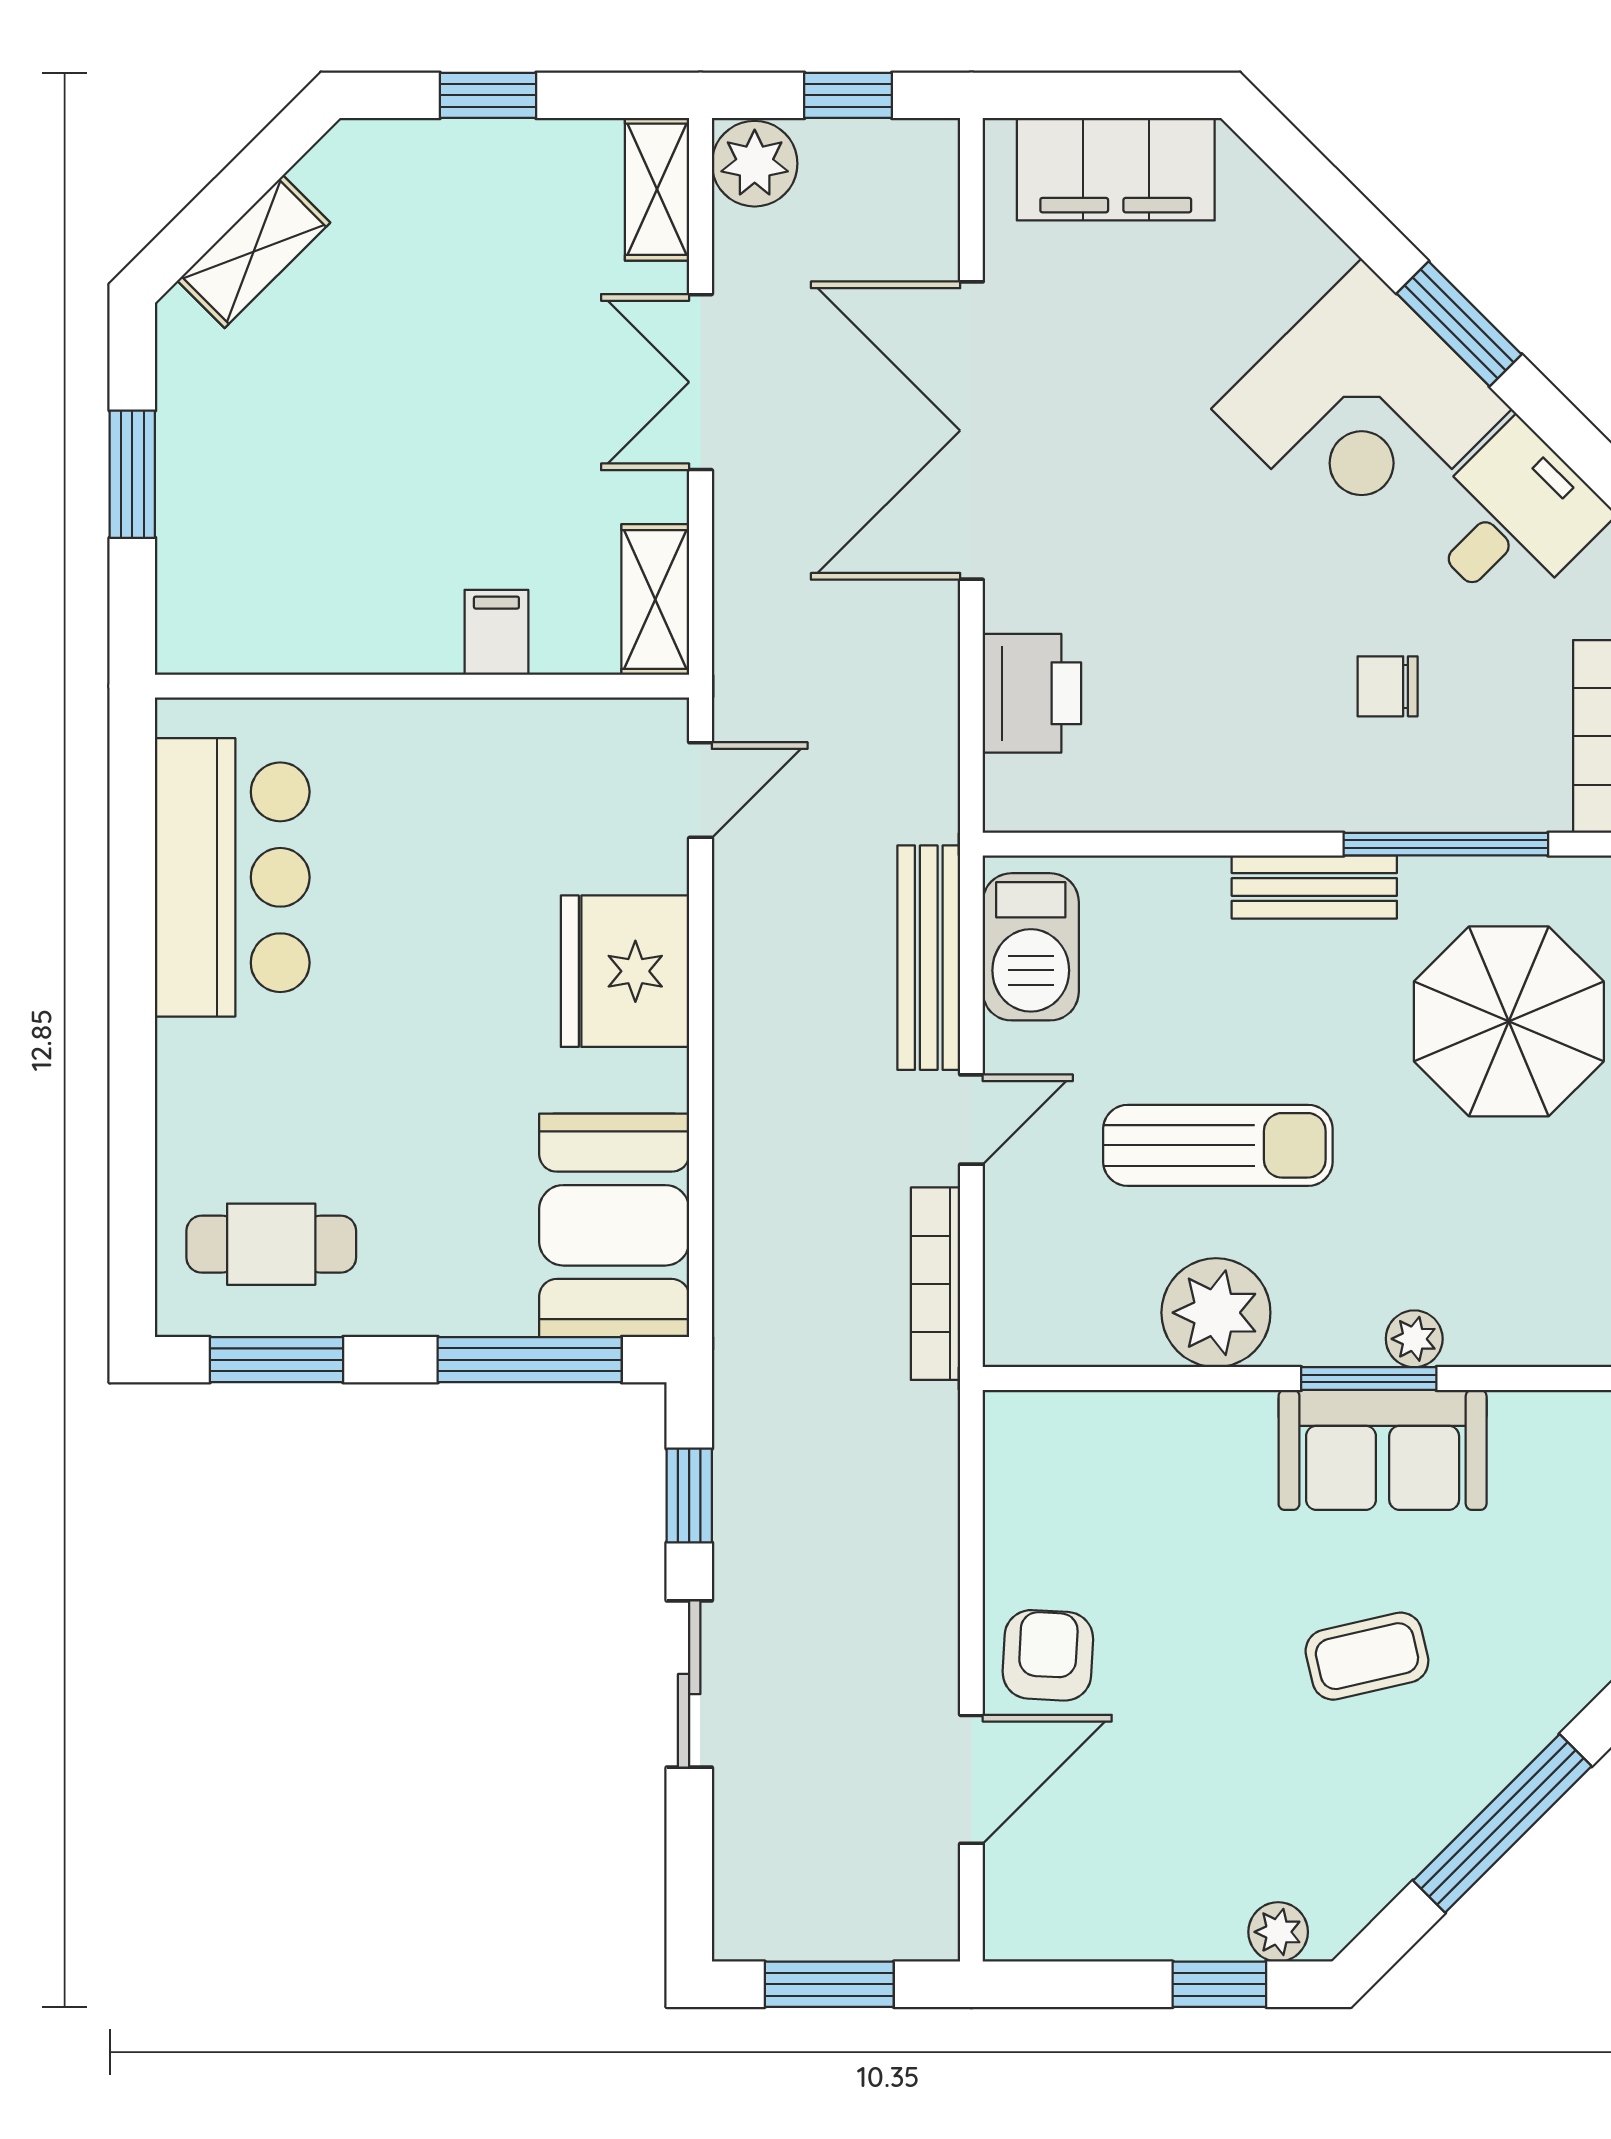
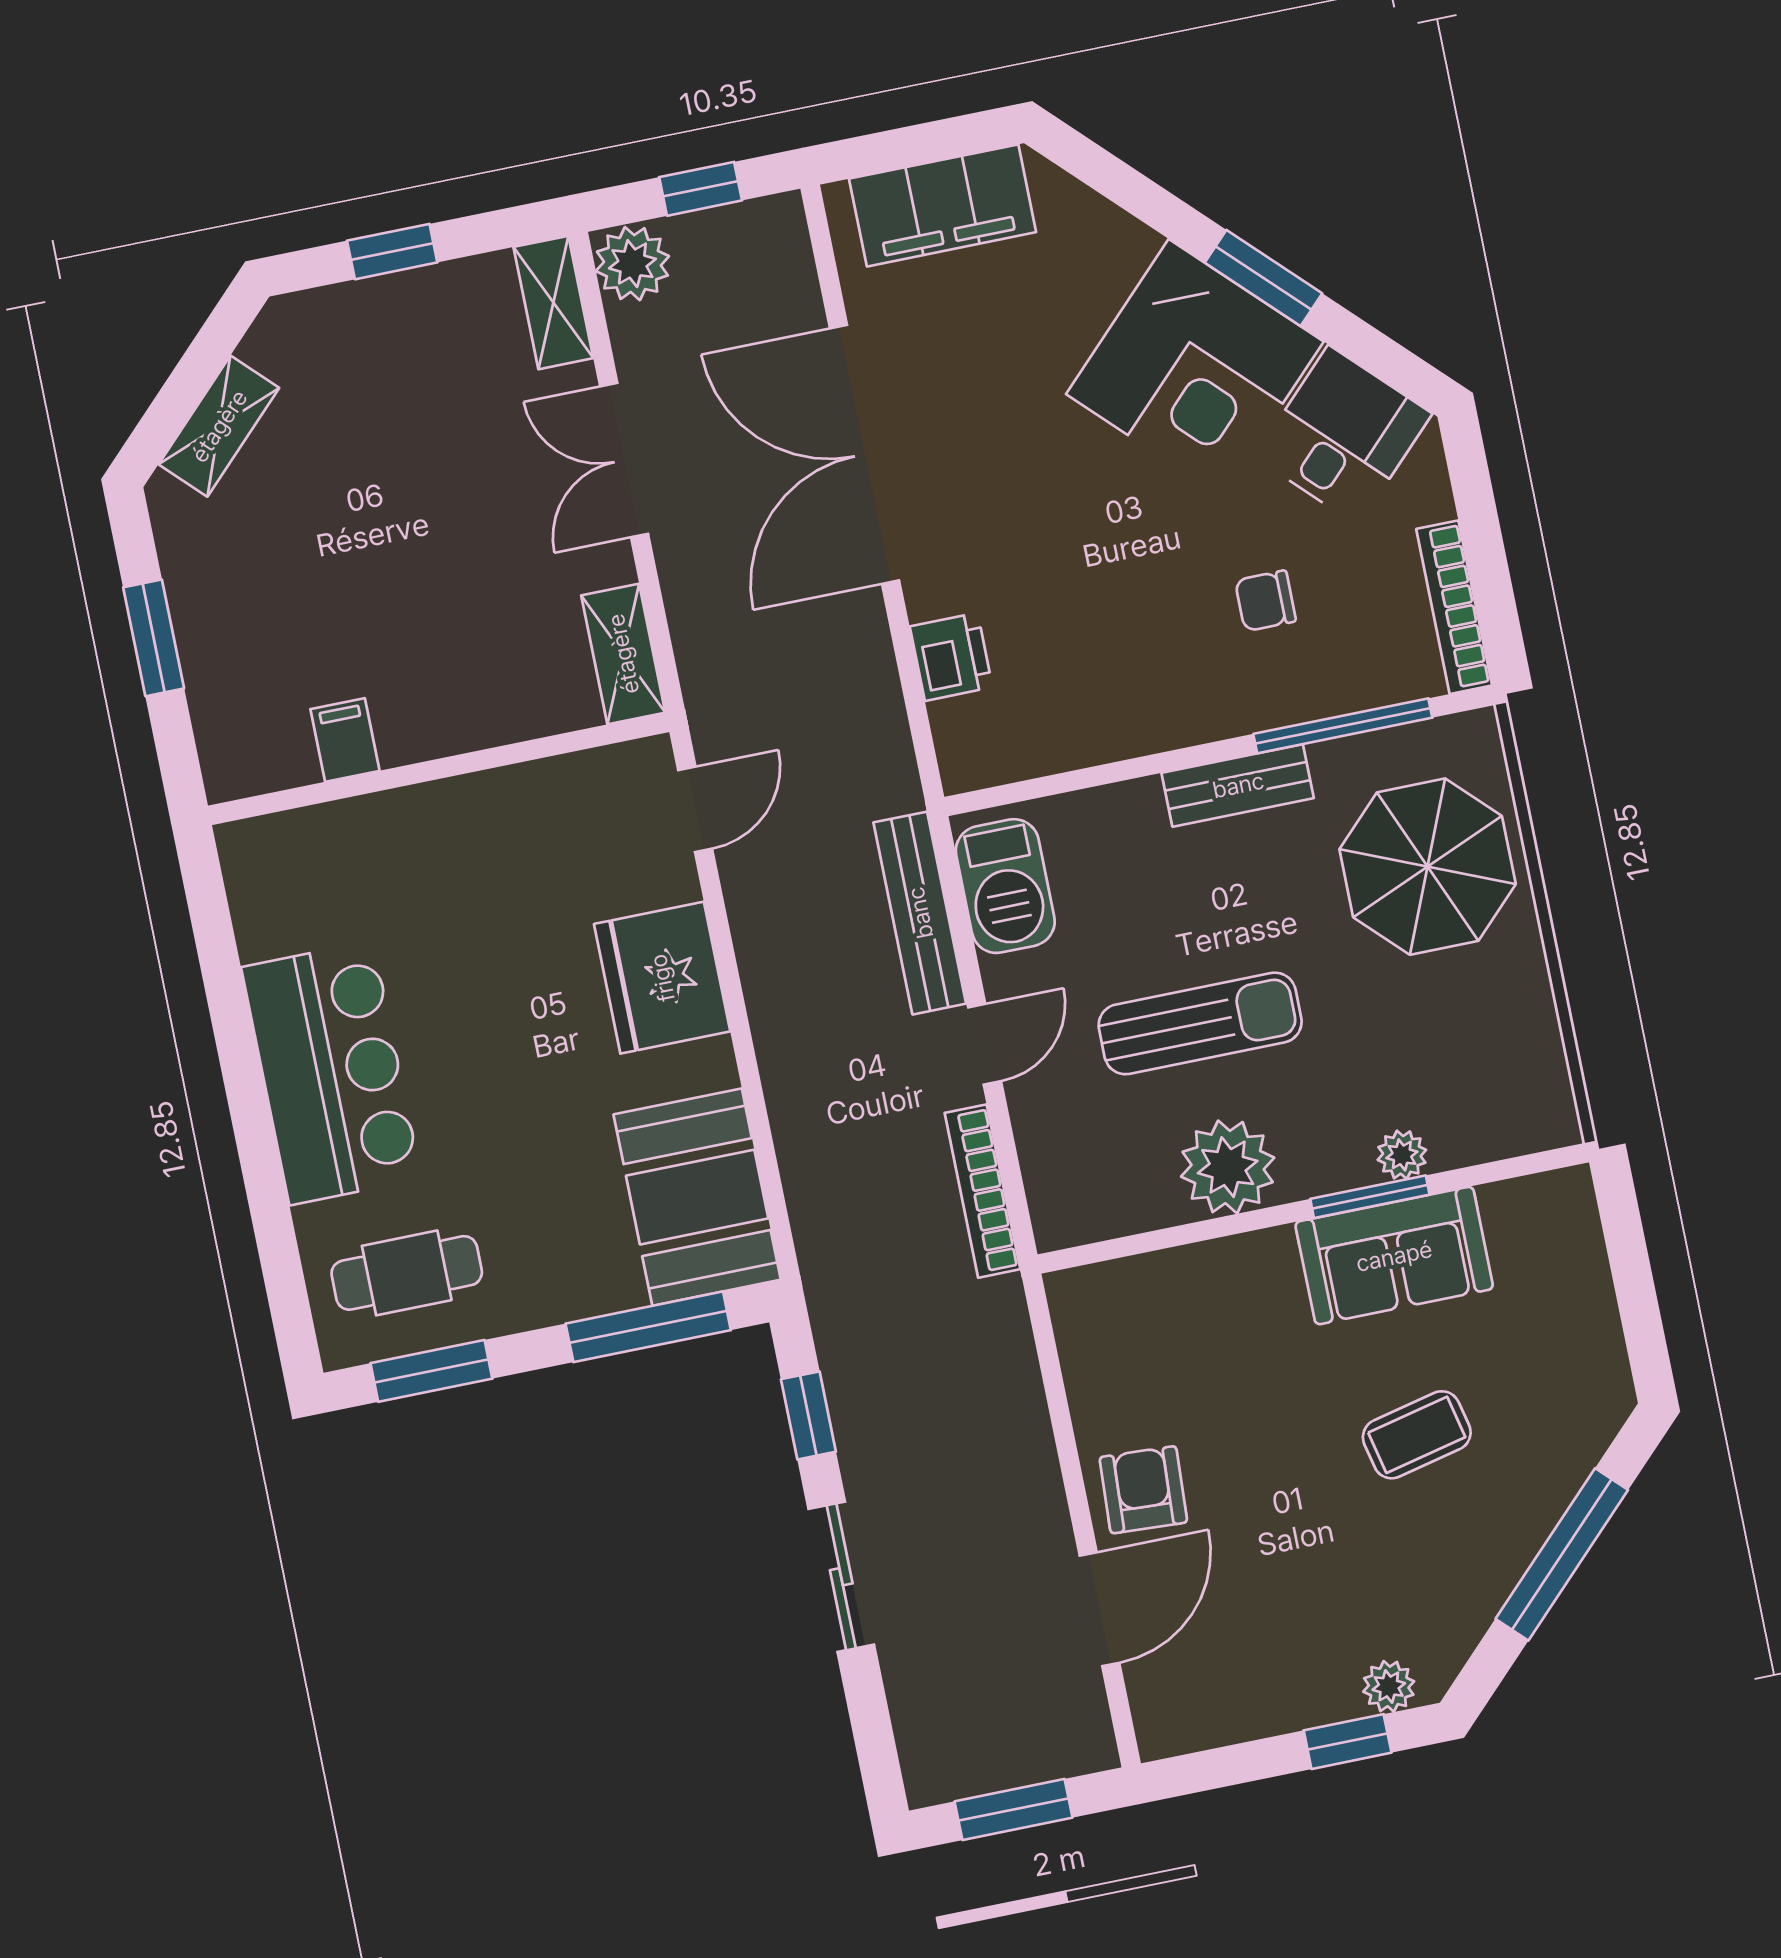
filing cabinet: (496, 632) -> (345, 740), moved
printer: (1032, 693) -> (951, 657), width x0.73, depth x0.81
bar counter: (232, 877) -> (331, 1073), moved

